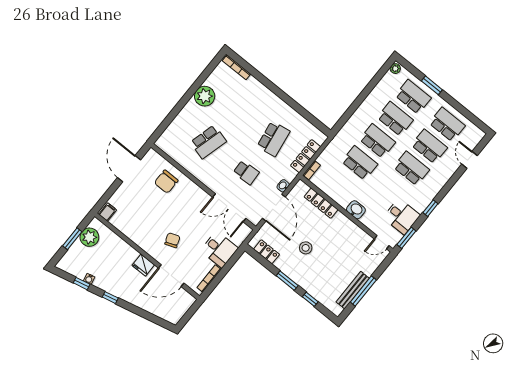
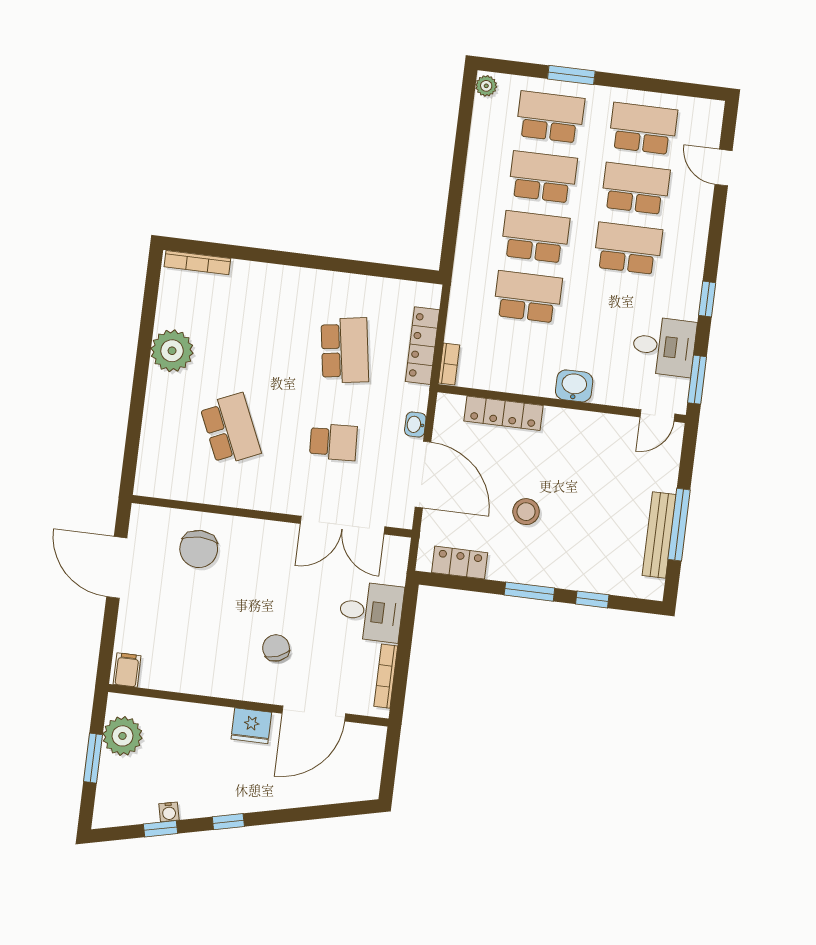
school desk: (208, 142) -> (230, 429), turned -39

